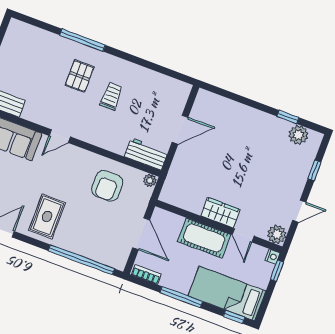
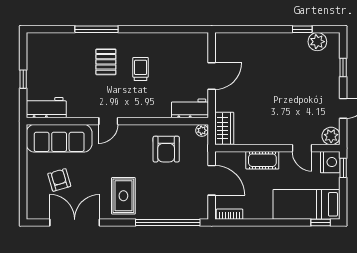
wardrobe: (220, 213) -> (224, 128), moved, turned 90
cot: (204, 238) -> (262, 160), width x0.73, depth x0.75
nightstand: (273, 257) -> (330, 162), width x1.89, depth x1.79
window: (181, 297) -> (268, 223), removed

